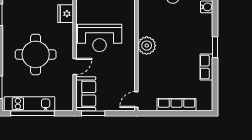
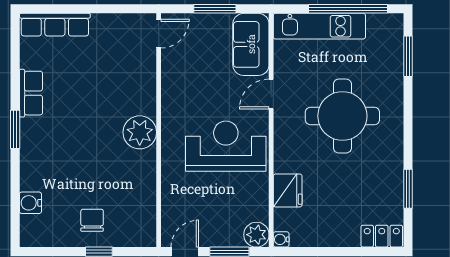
kitchen unit: (29, 104) -> (319, 26), moved
row of seats: (177, 105) -> (55, 25), moved
window: (93, 113) -> (215, 9), moved

